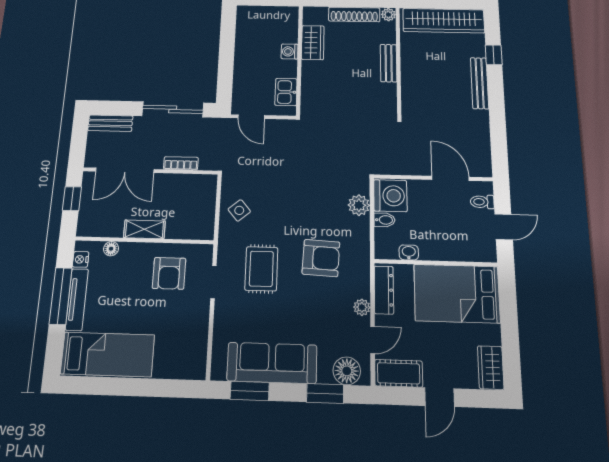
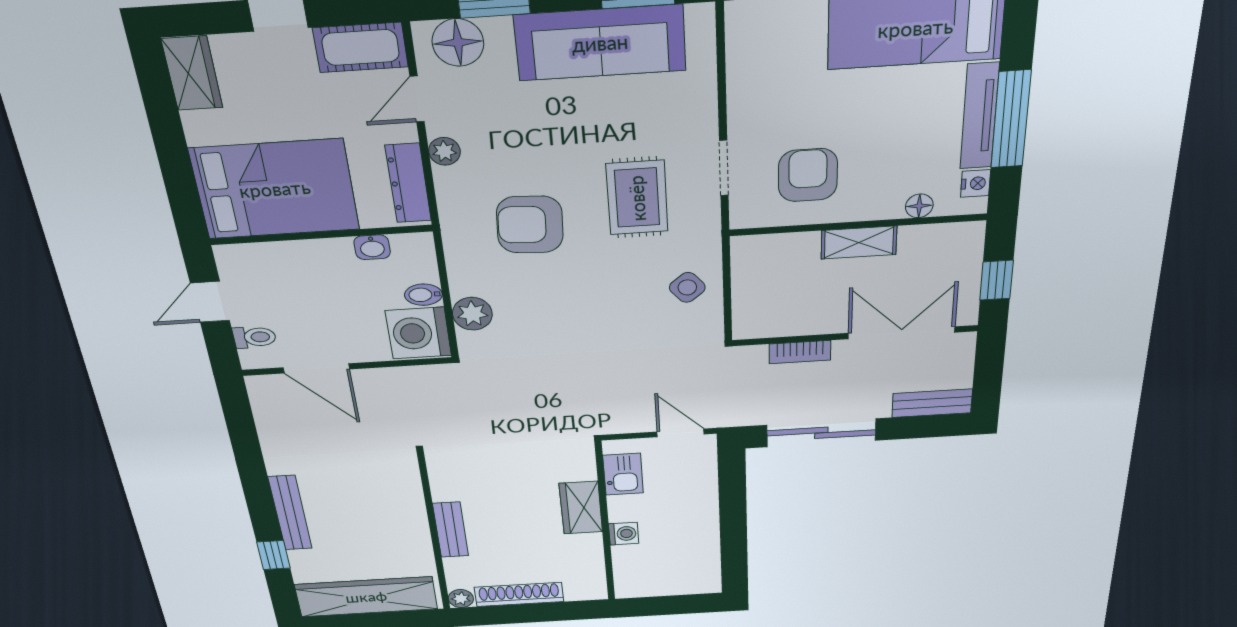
wardrobe: (313, 43) -> (581, 508), moved

